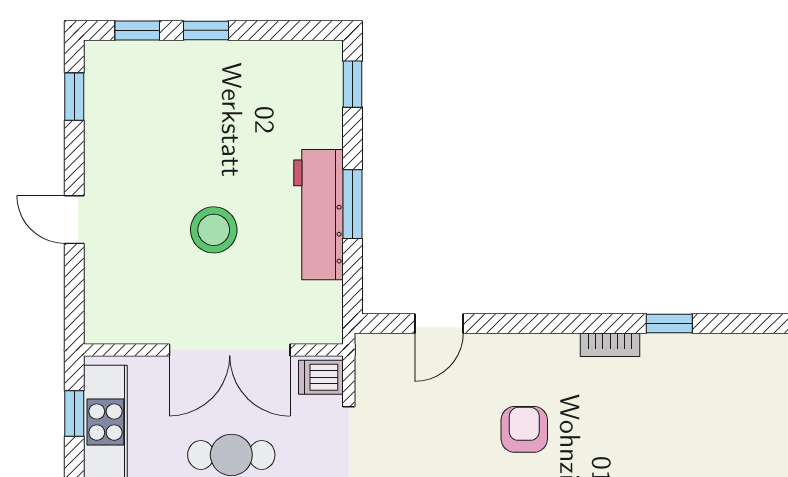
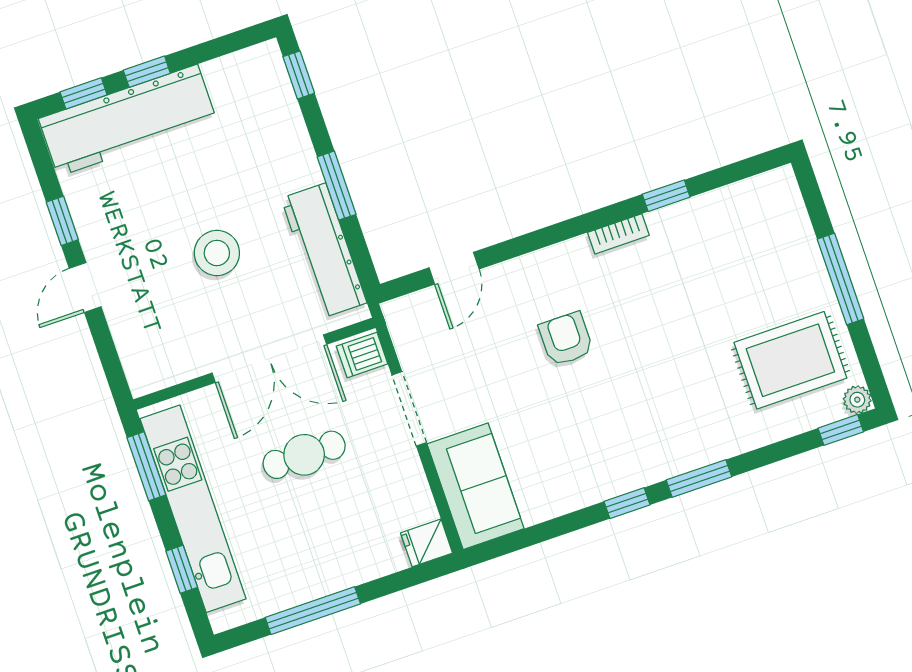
workbench: (171, 71) -> (128, 120), added
window: (74, 97) -> (62, 221), moved
workbench: (318, 215) -> (324, 250), moved
door: (74, 220) -> (85, 288), hinge flipped
window: (74, 414) -> (146, 466), width x1.50

